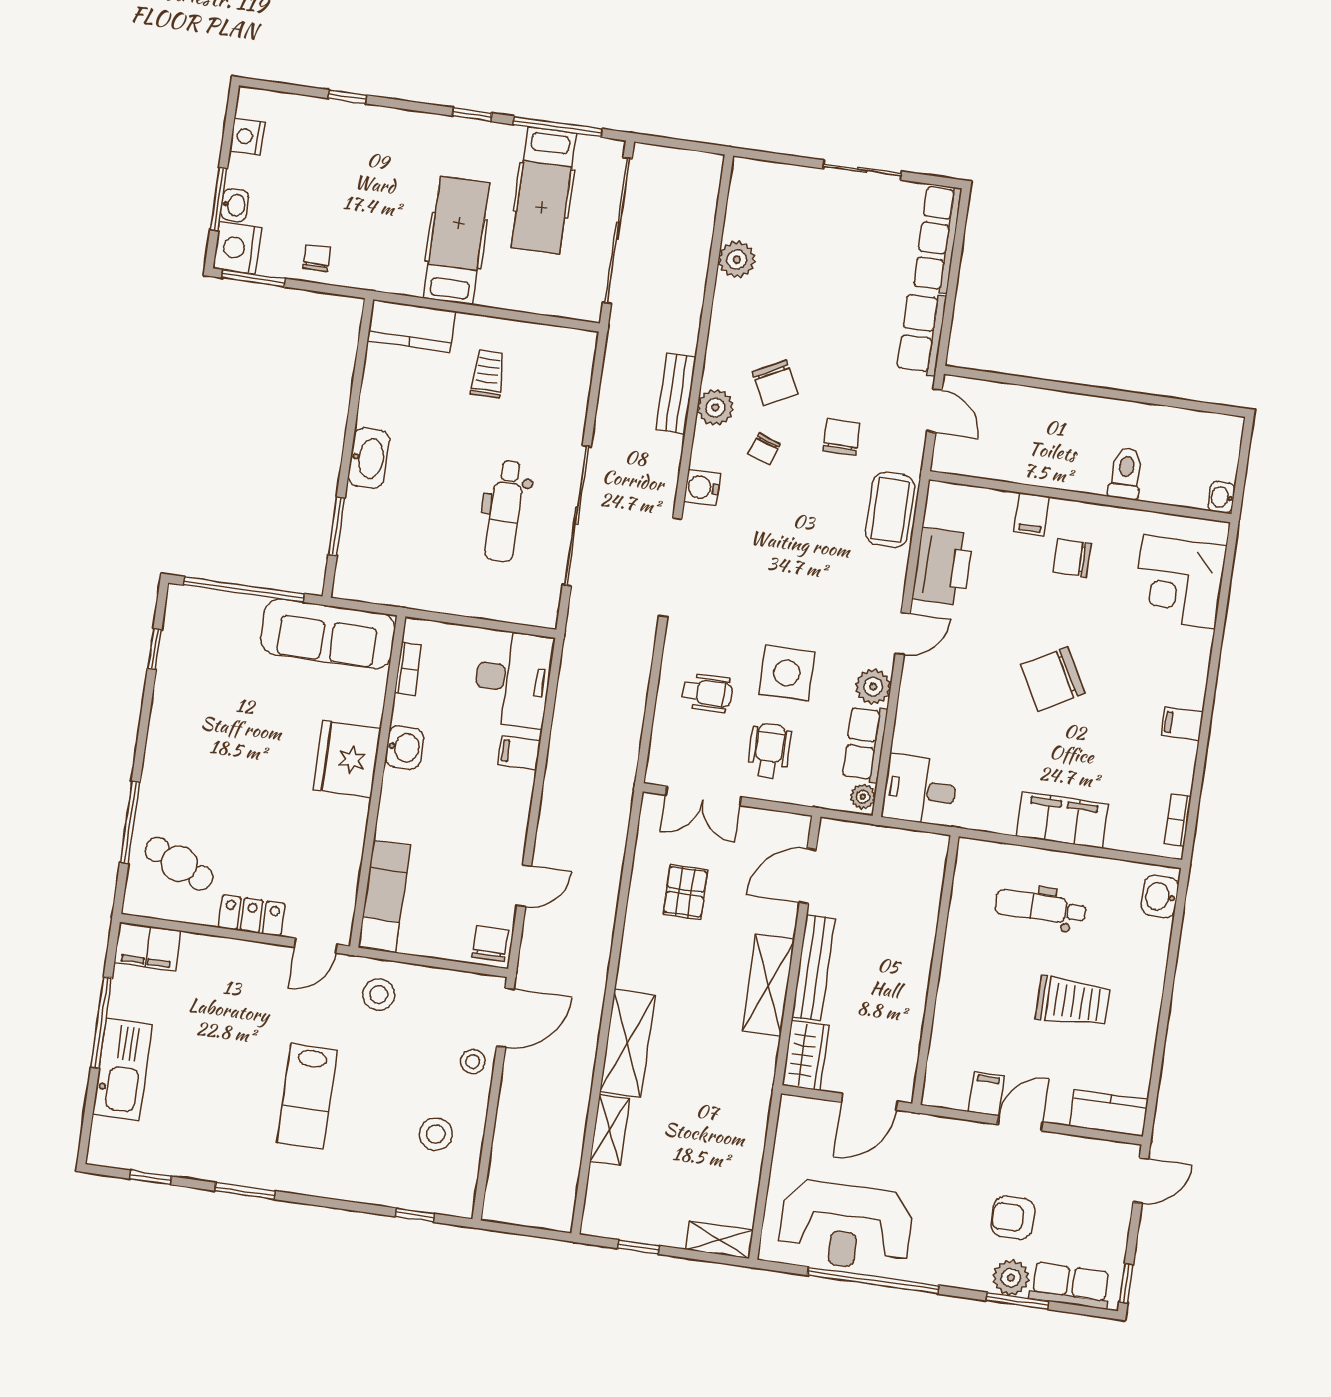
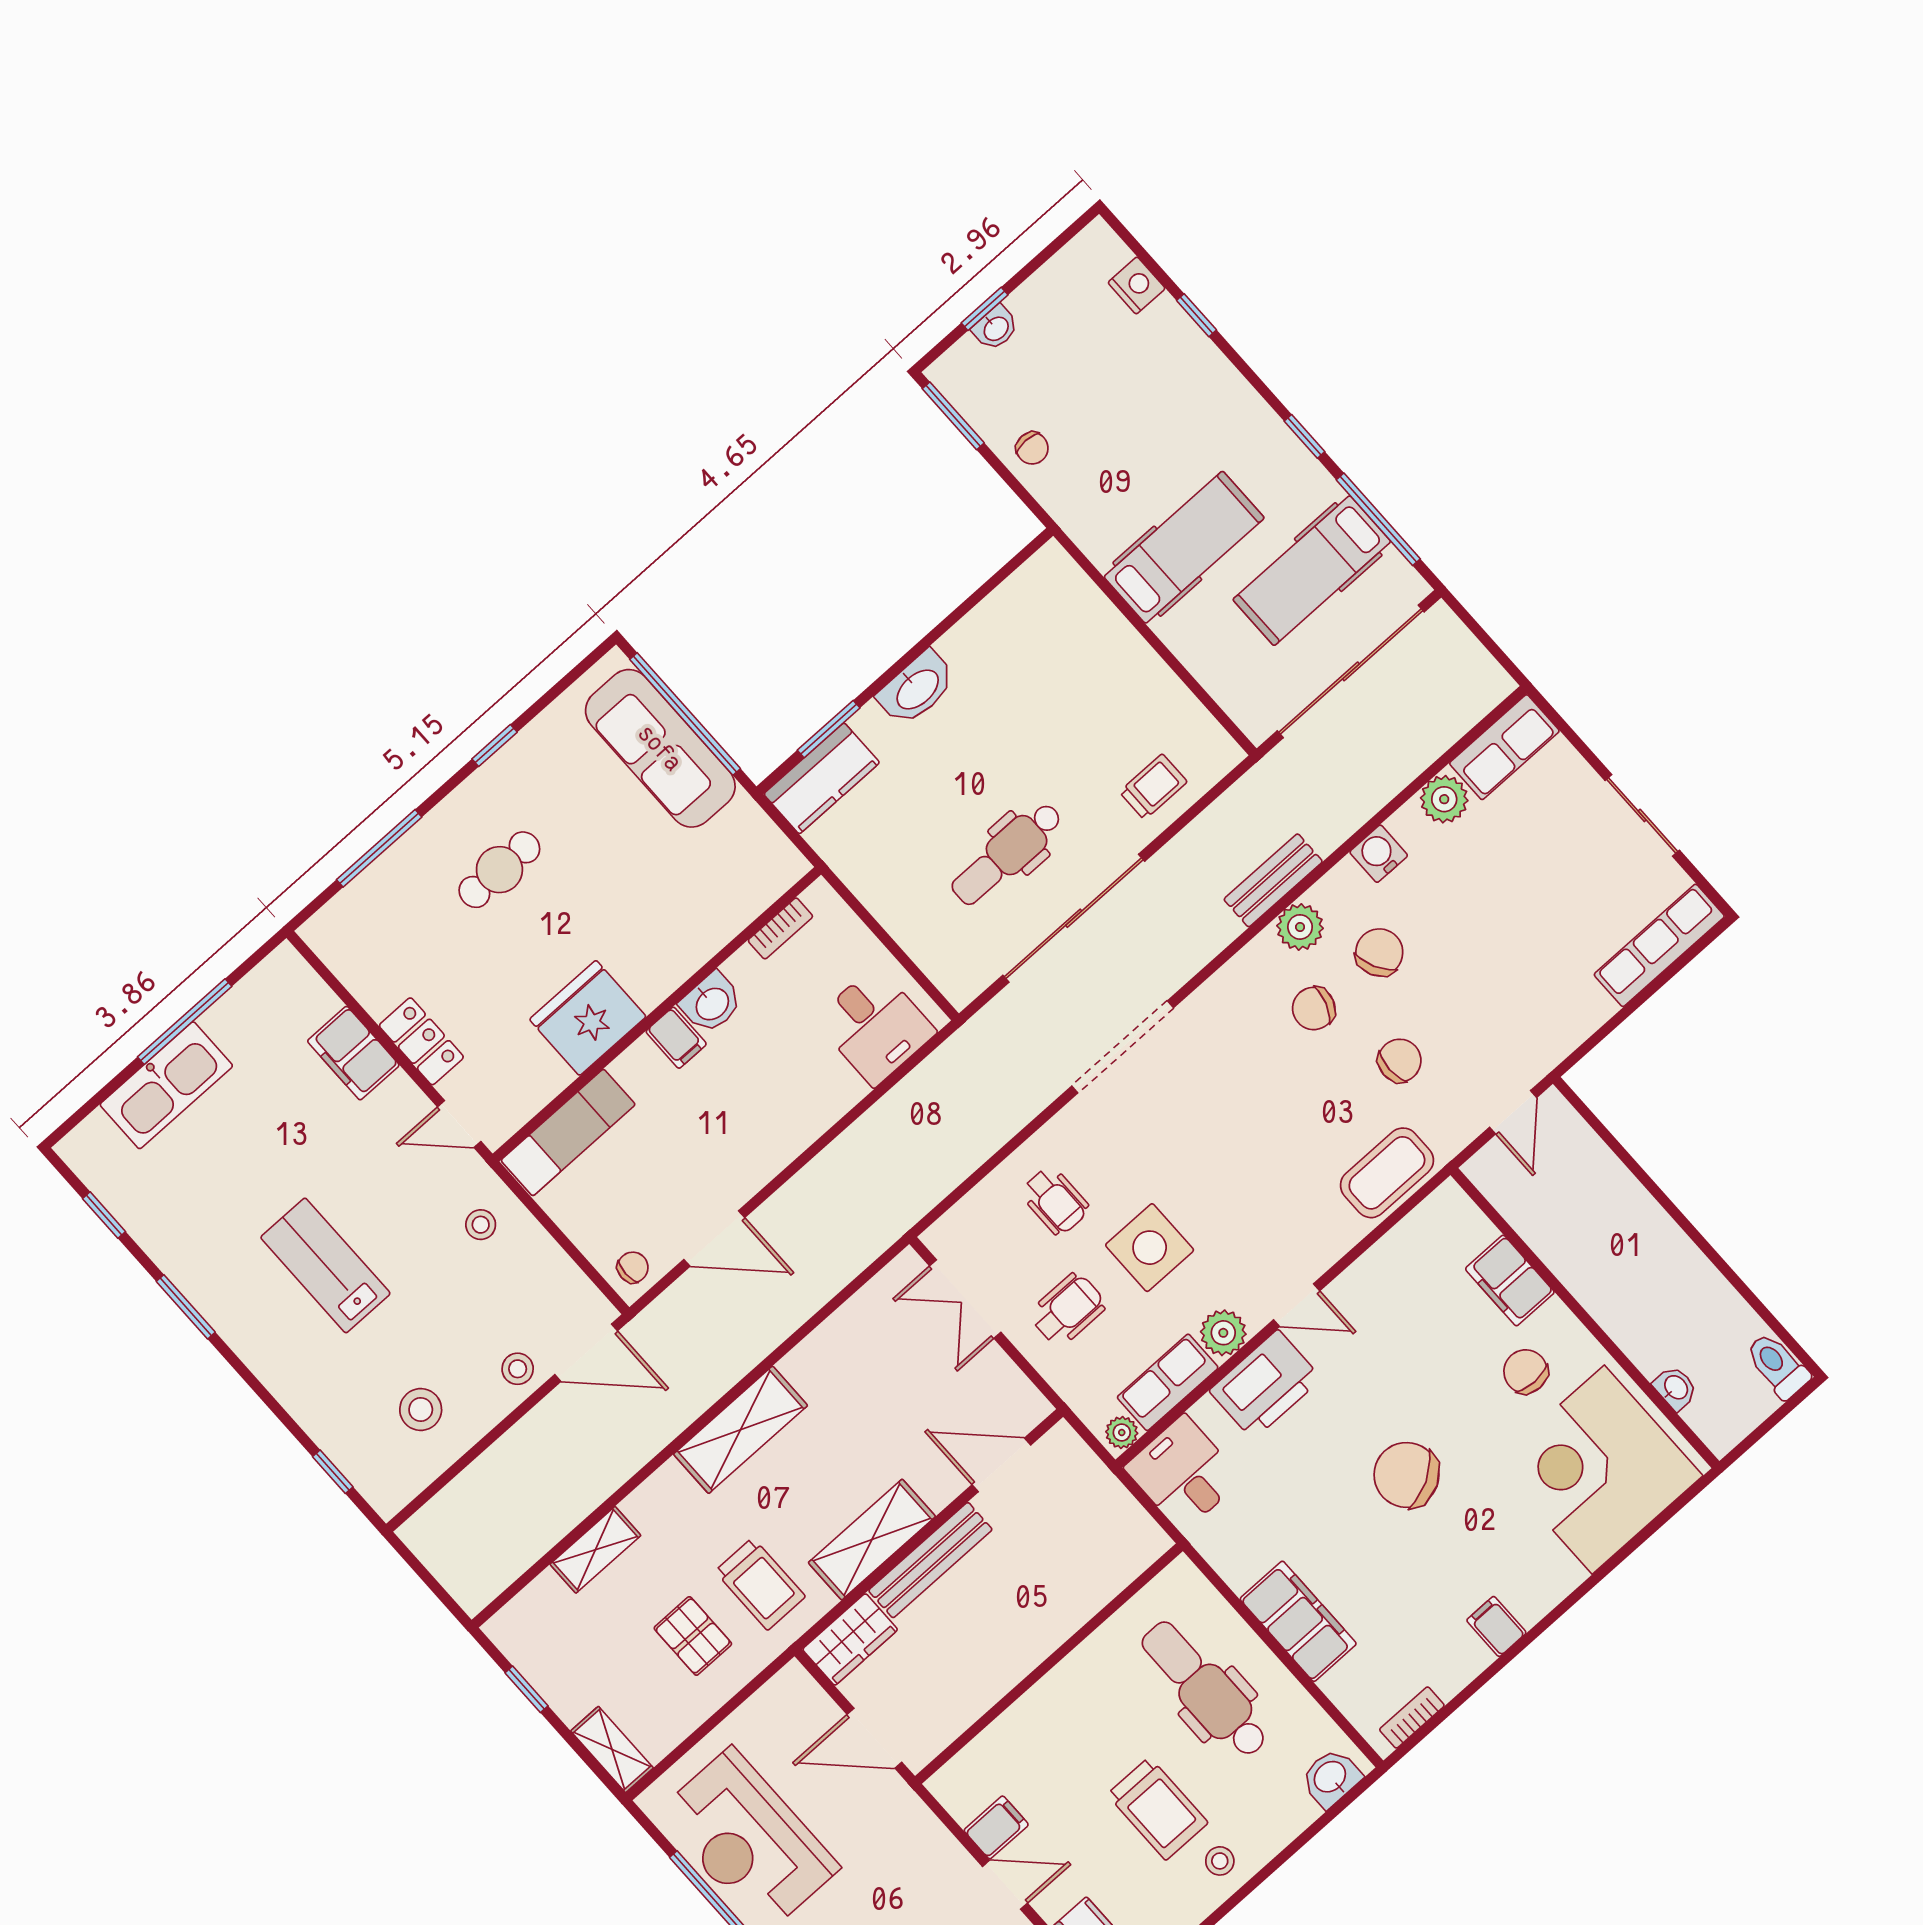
nightstand: (247, 137) -> (1137, 285), moved, turned 90
window: (219, 199) -> (985, 309), width x0.67
nightstand: (237, 248) -> (962, 372), removed
chair: (317, 258) -> (1032, 448), turned 90
kitchen counter: (412, 326) -> (822, 778), moved, turned -90
row of seats: (922, 334) -> (1504, 747), moved, turned 180
trolley: (488, 374) -> (1153, 787), moved
chair: (775, 383) -> (1379, 952), turned 180
chair: (764, 449) -> (1314, 1008), width x1.37, depth x1.37
toilet: (1126, 473) -> (1777, 1366), moved, turned -90
water cooler: (702, 487) -> (1379, 854), moved
washbasin: (1221, 497) -> (1675, 1388), moved, turned 90
filing cabinet: (1032, 514) -> (1510, 1281), width x2.00
printer: (943, 567) -> (1265, 1385), moved
corner desk: (1179, 582) -> (1598, 1470), width x1.36, depth x1.36
sofa: (328, 634) -> (660, 748), moved
window: (155, 649) -> (495, 745), moved
desk: (513, 679) -> (875, 1026), width x0.73
filing cabinet: (519, 753) -> (676, 1038), moved, turned 180
fridge: (347, 759) -> (588, 1018), moved
cafe table: (179, 864) -> (499, 870), moved, turned 65
door: (524, 886) -> (714, 1239), width x1.38
pallet: (685, 892) -> (693, 1636), moved, turned 90
dental chair: (1041, 907) -> (1205, 1689), width x1.36, depth x1.38
chair: (490, 944) -> (633, 1267), width x0.73, depth x0.73
filing cabinet: (148, 947) -> (353, 1053), moved
stool: (379, 995) -> (481, 1225), width x0.73, depth x0.73
stool: (1136, 1001) -> (1220, 1861), added
shelving: (627, 1043) -> (741, 1430), moved
trolley: (724, 1068) -> (760, 1584), added
lab bench: (307, 1096) -> (325, 1265), turned 90

